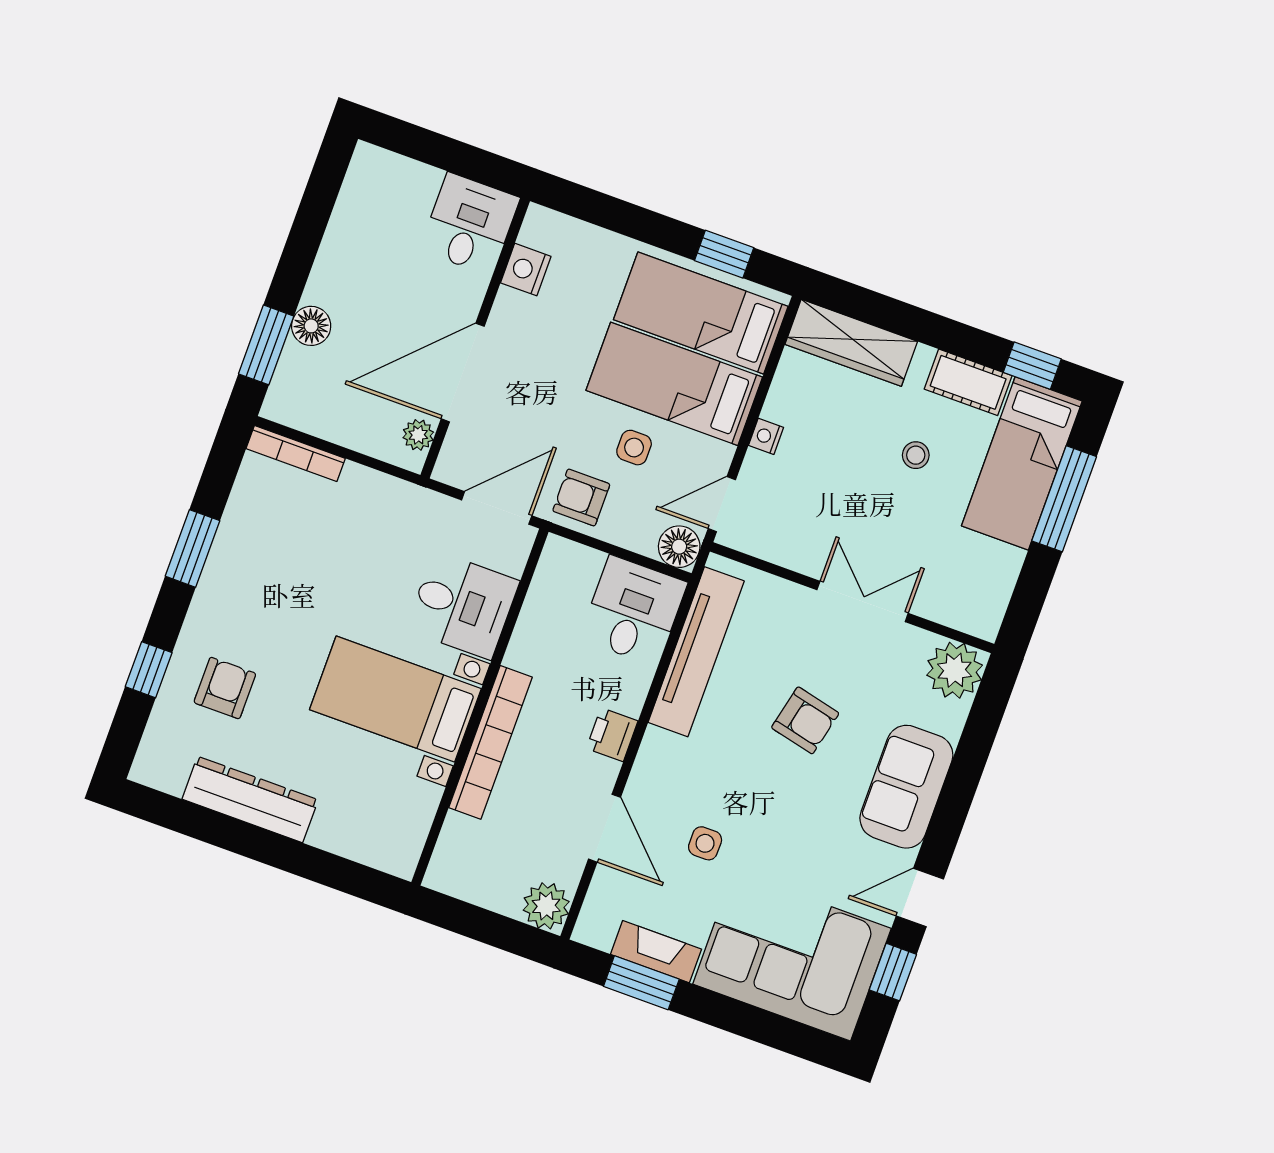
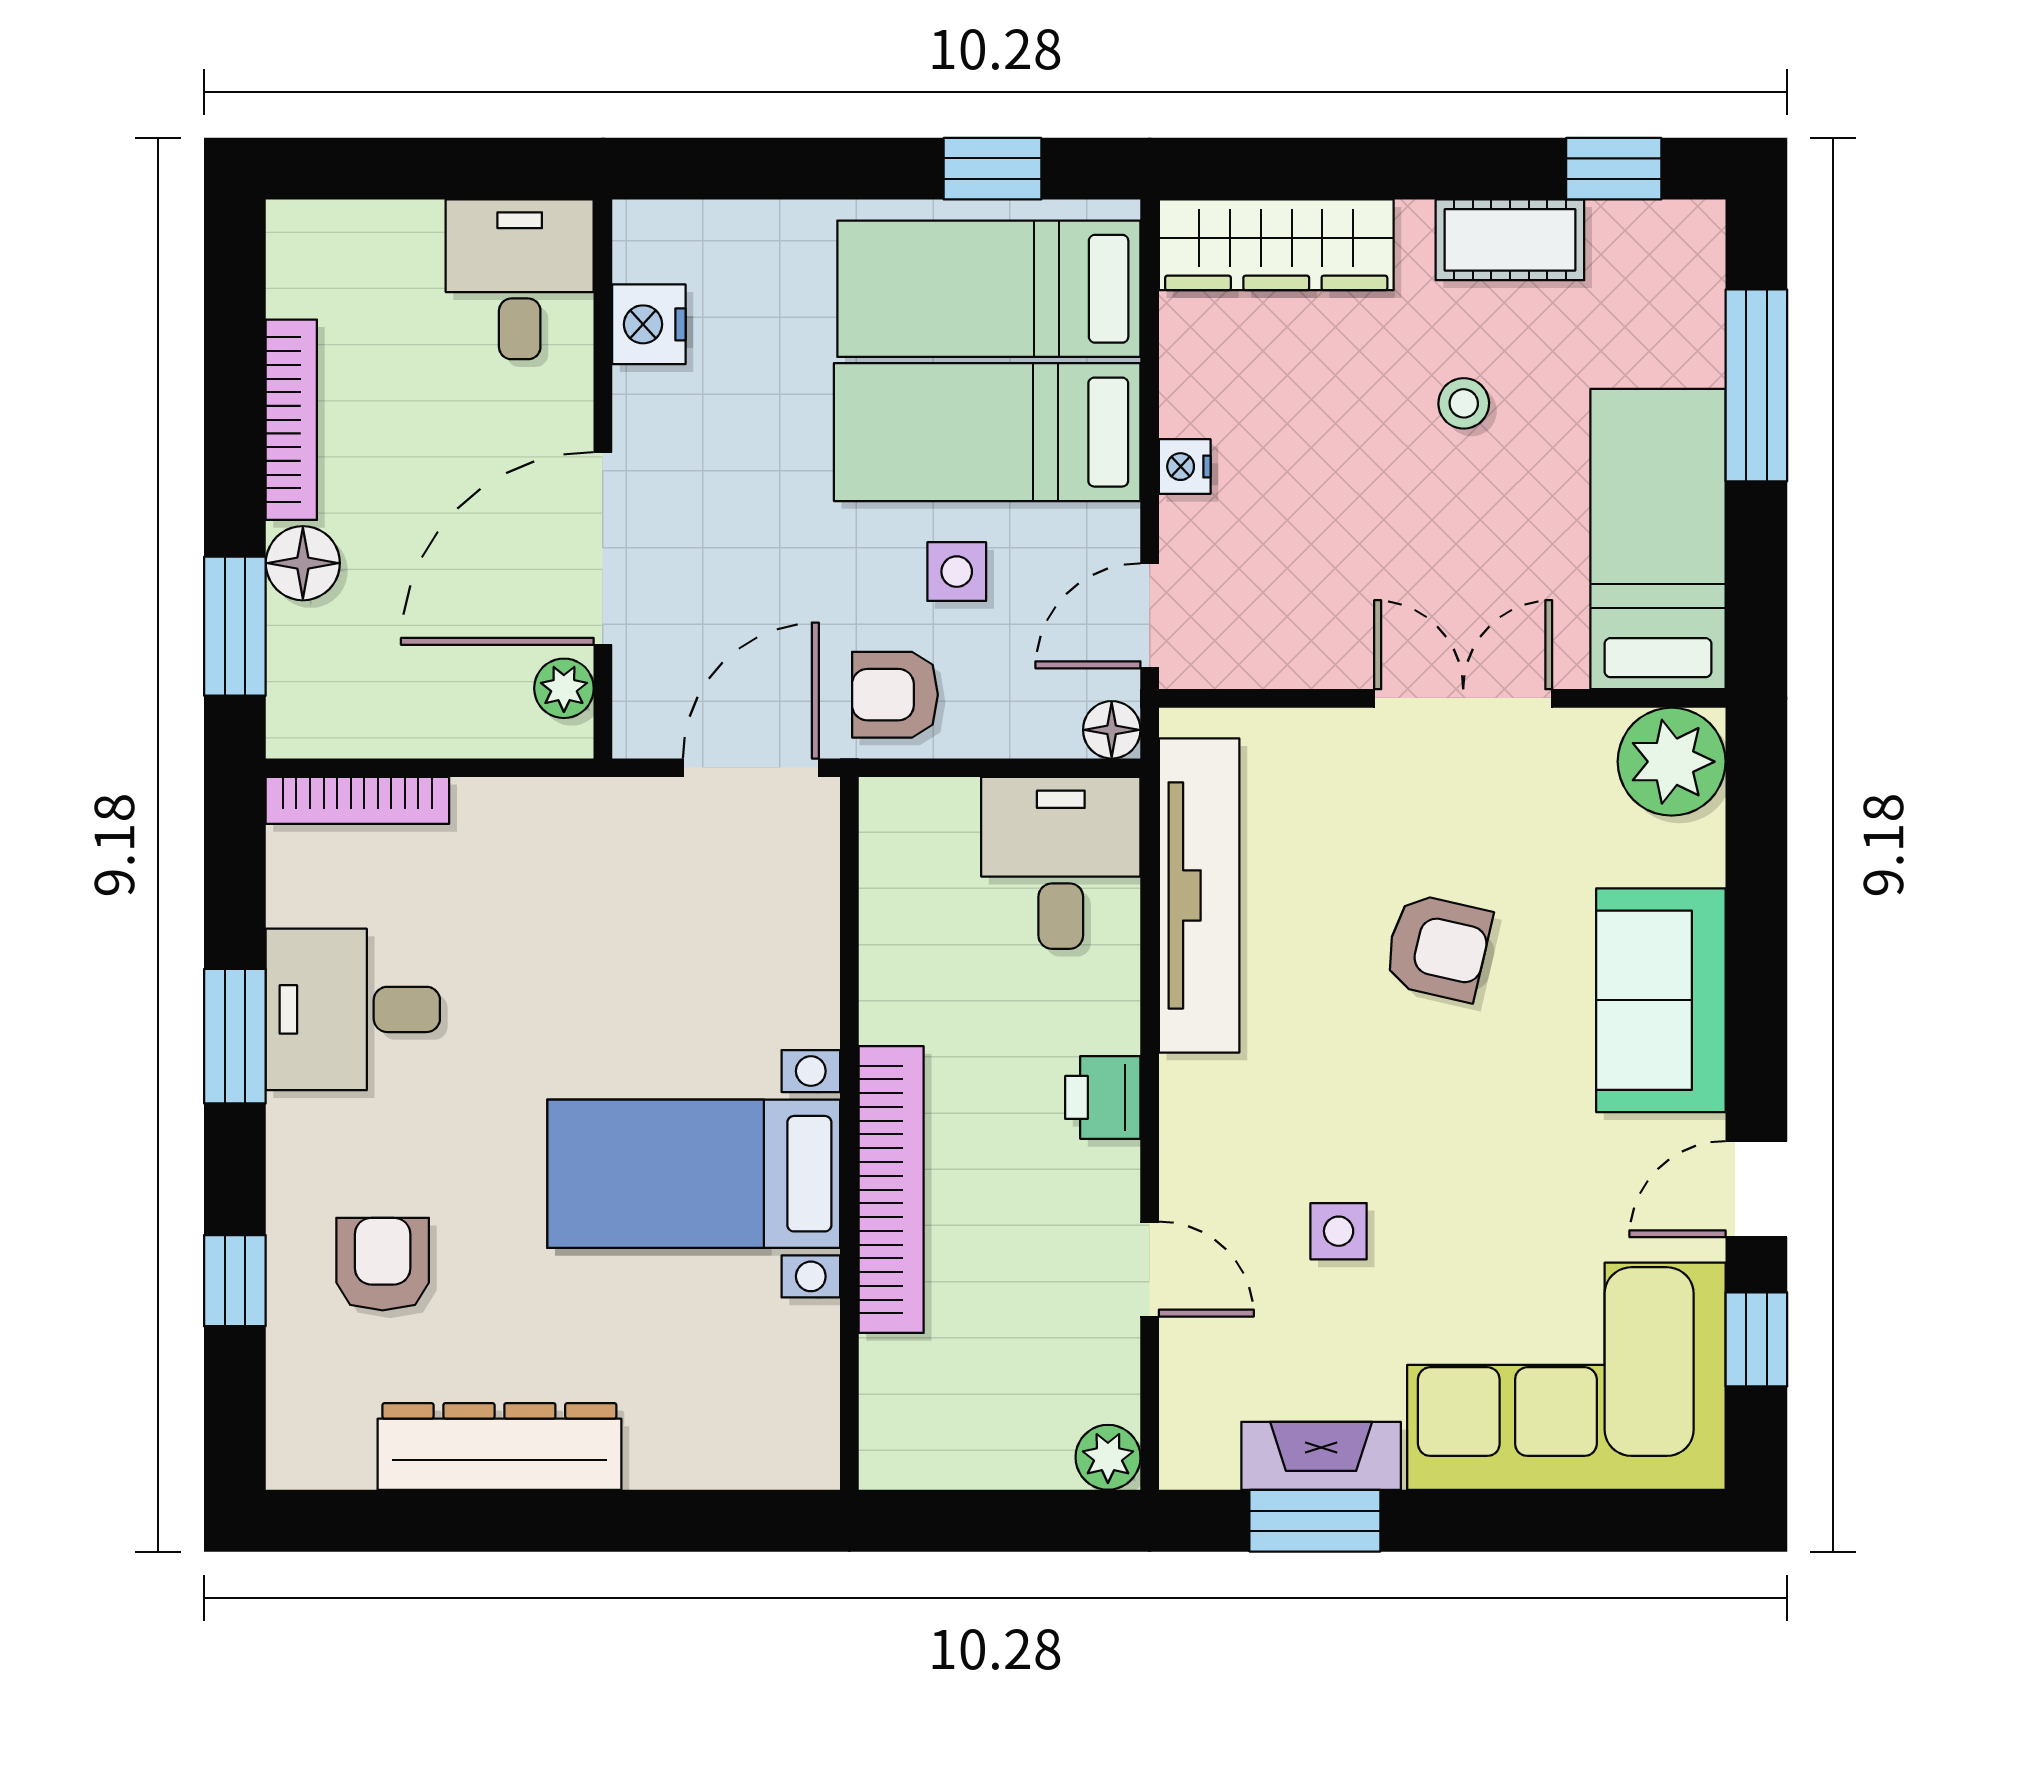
bookcase: (331, 253) -> (291, 420), added
bed: (1022, 463) -> (1658, 539), moved, turned 180
floor lamp: (679, 547) -> (1112, 730), width x0.73, depth x0.73
desk: (463, 605) -> (353, 1009), moved, turned 180
door: (605, 828) -> (1150, 1269), width x0.73
plant: (546, 906) -> (1108, 1457), width x0.73, depth x0.73

